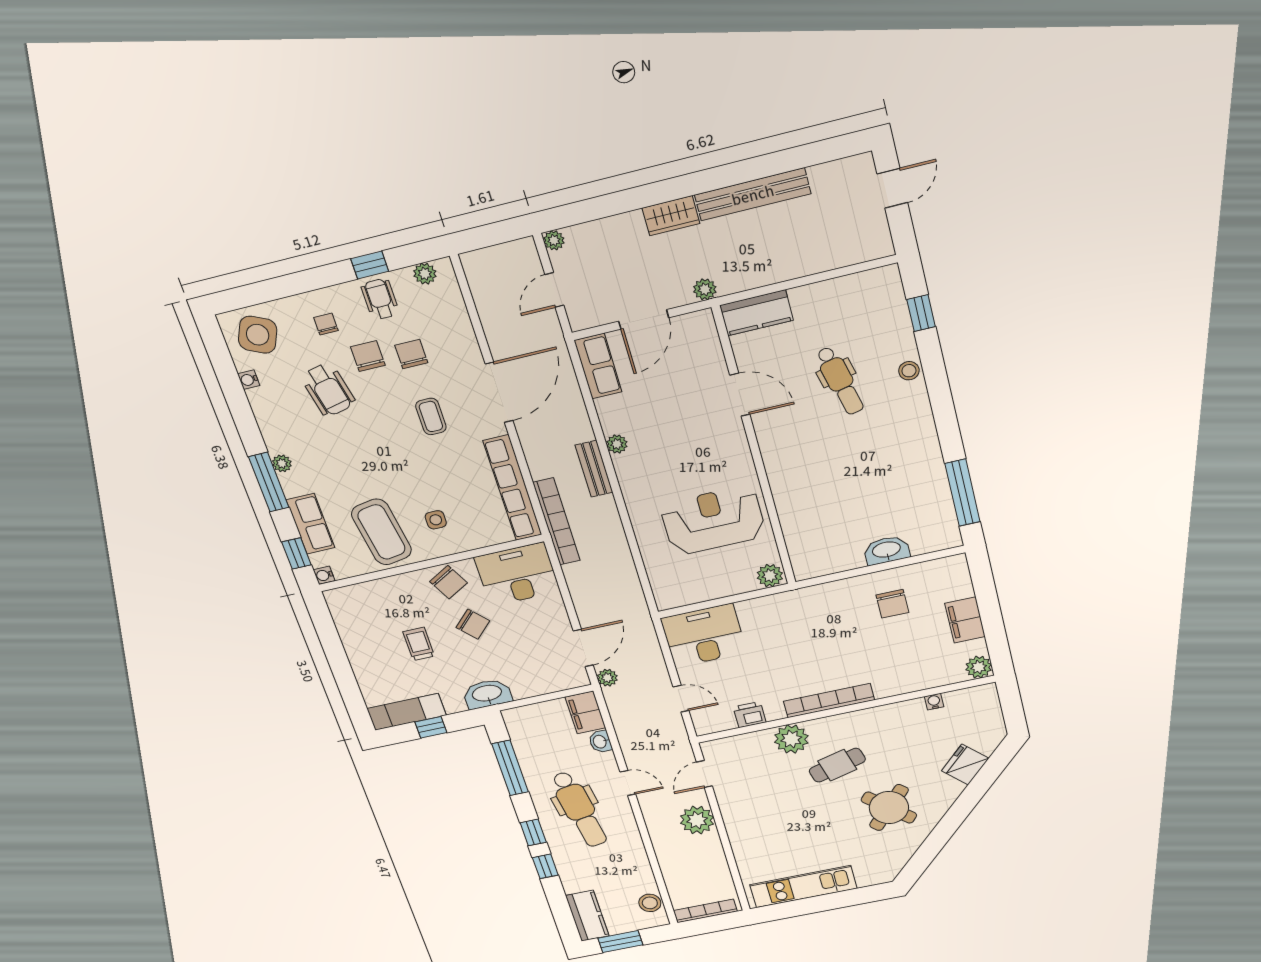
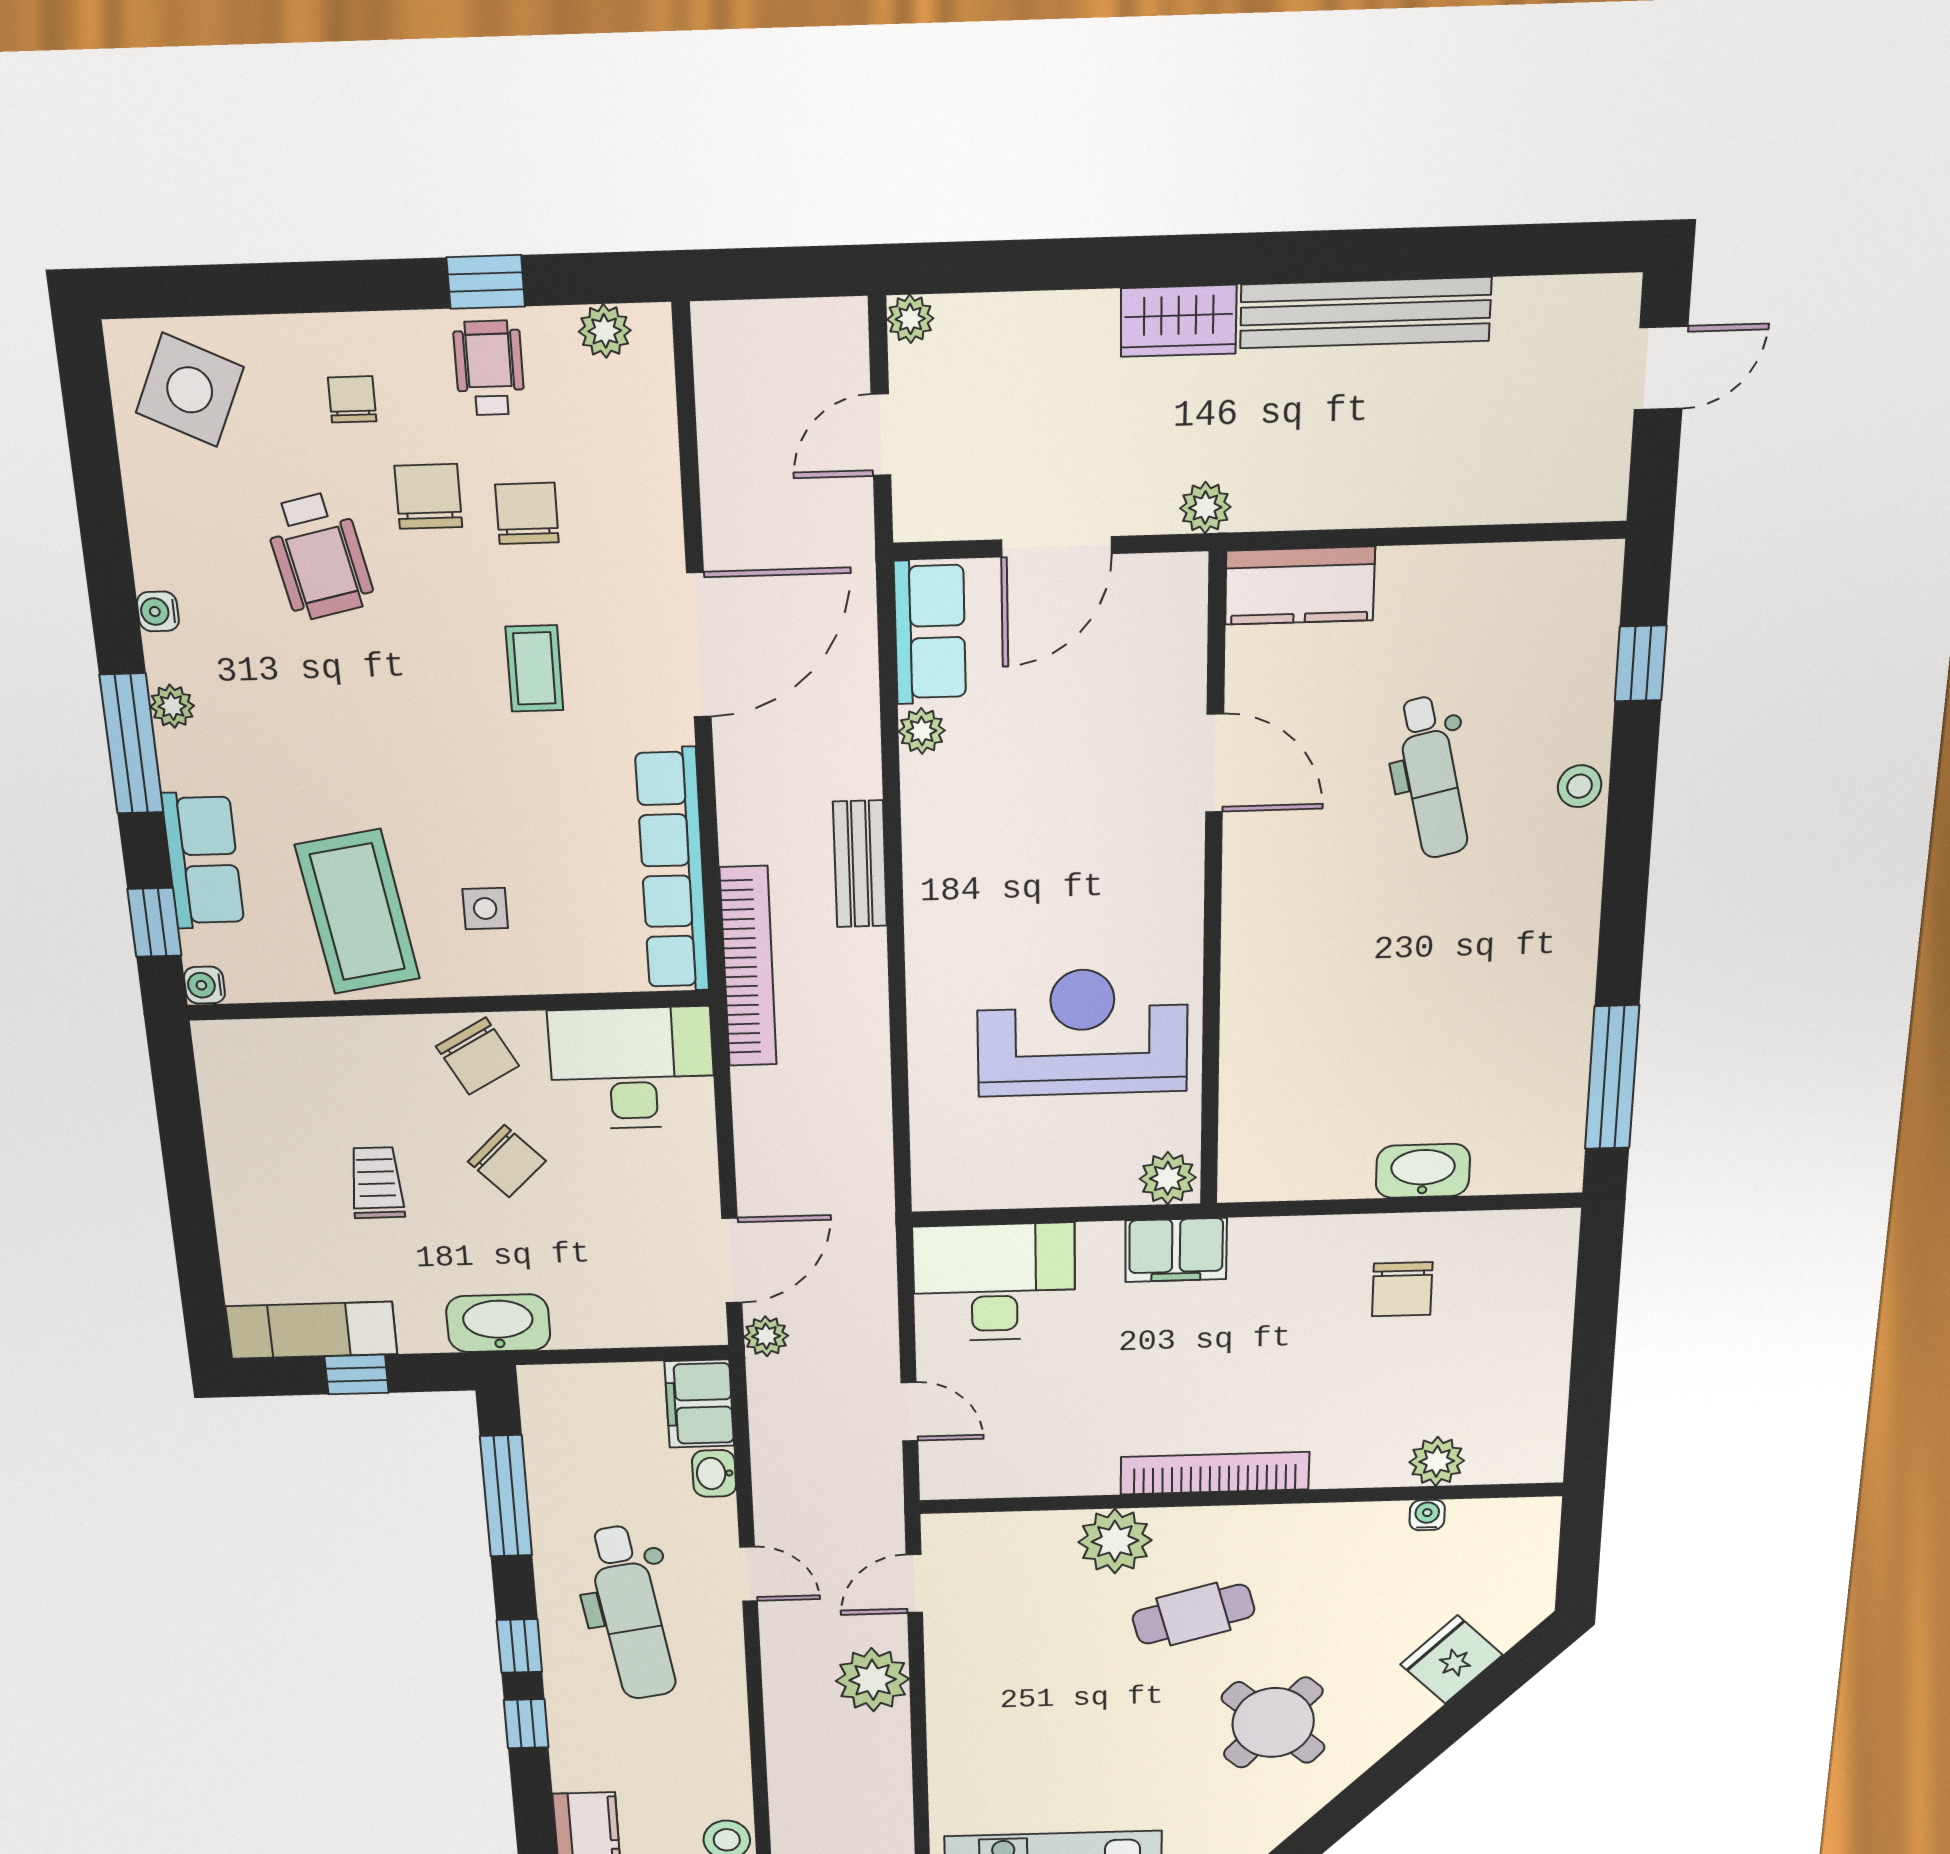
water cooler: (249, 380) -> (158, 611), moved
plant: (617, 444) -> (922, 731), moved
filing cabinet: (965, 620) -> (1176, 1250), moved, turned -90
plant: (979, 667) -> (1437, 1461), moved
printer: (750, 715) -> (1043, 1473), removed

